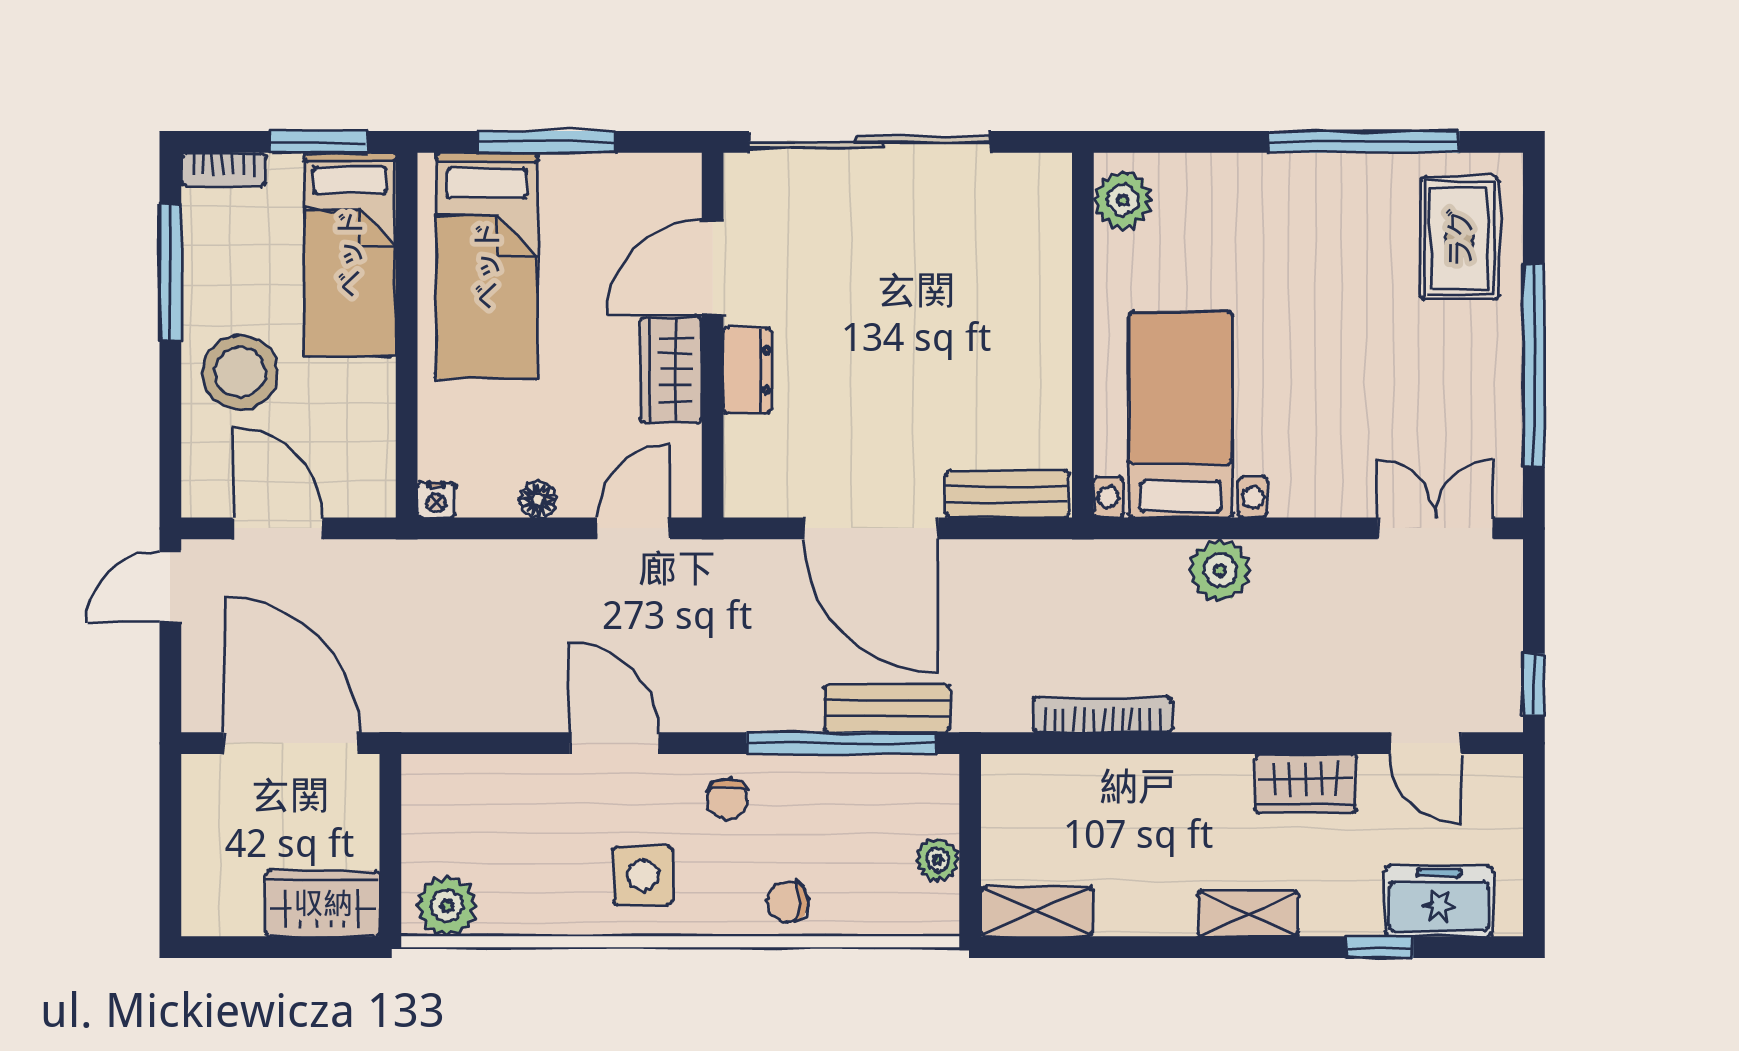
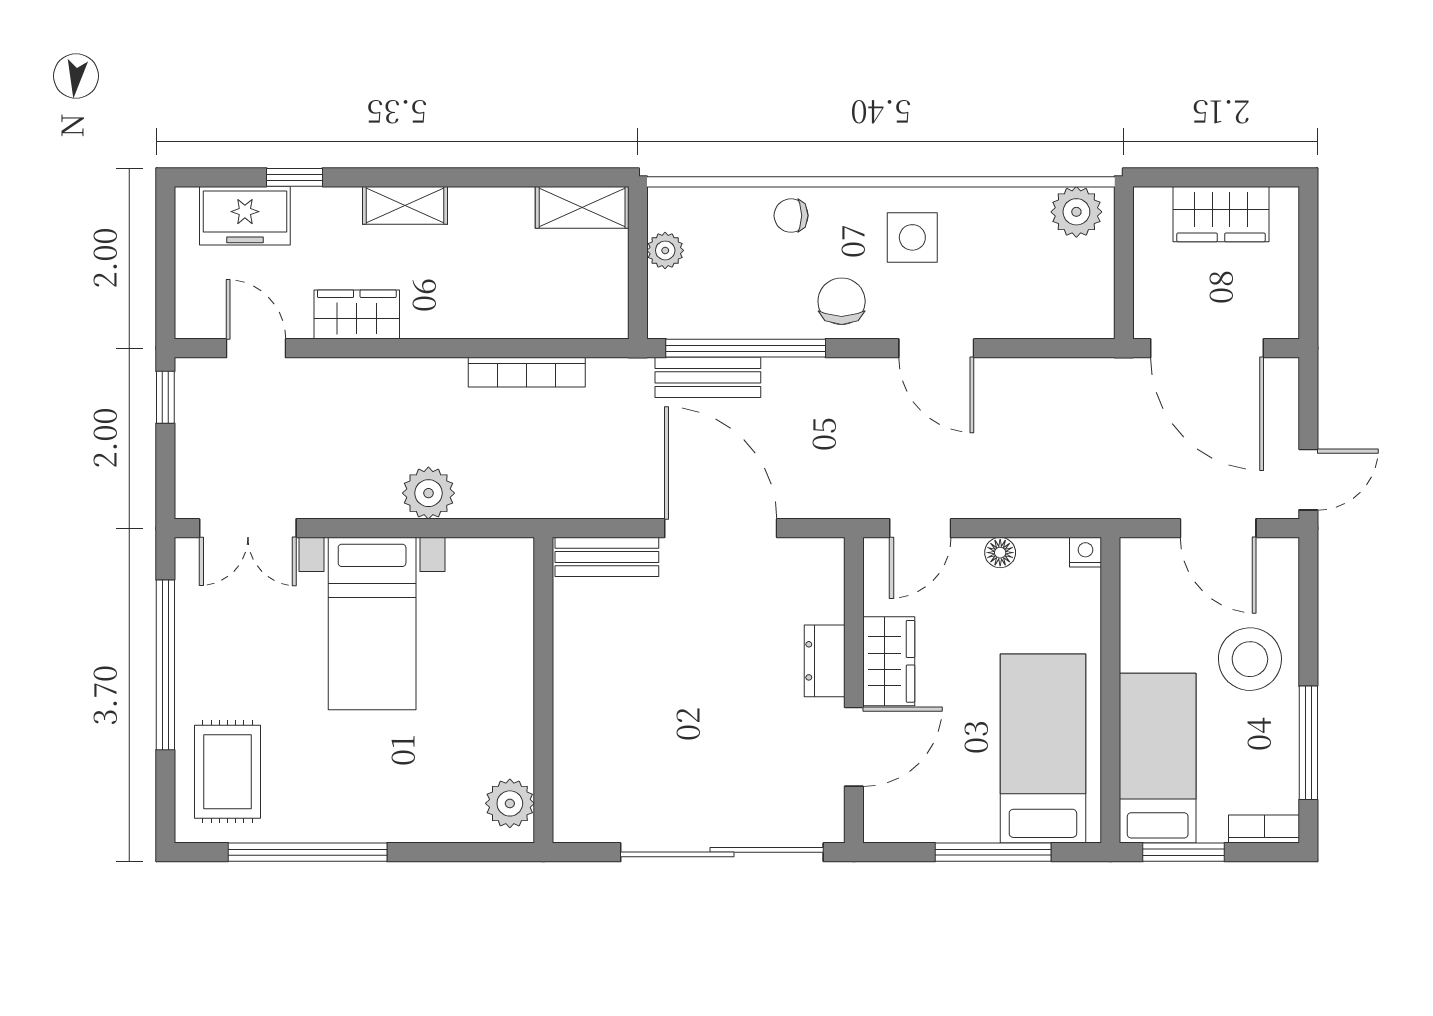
bed with nightstands: (1181, 415) -> (372, 624), moved
chair: (727, 799) -> (842, 301), width x1.37, depth x1.37
chair: (787, 902) -> (791, 216), turned 180
wardrobe: (323, 903) -> (1221, 214), moved

